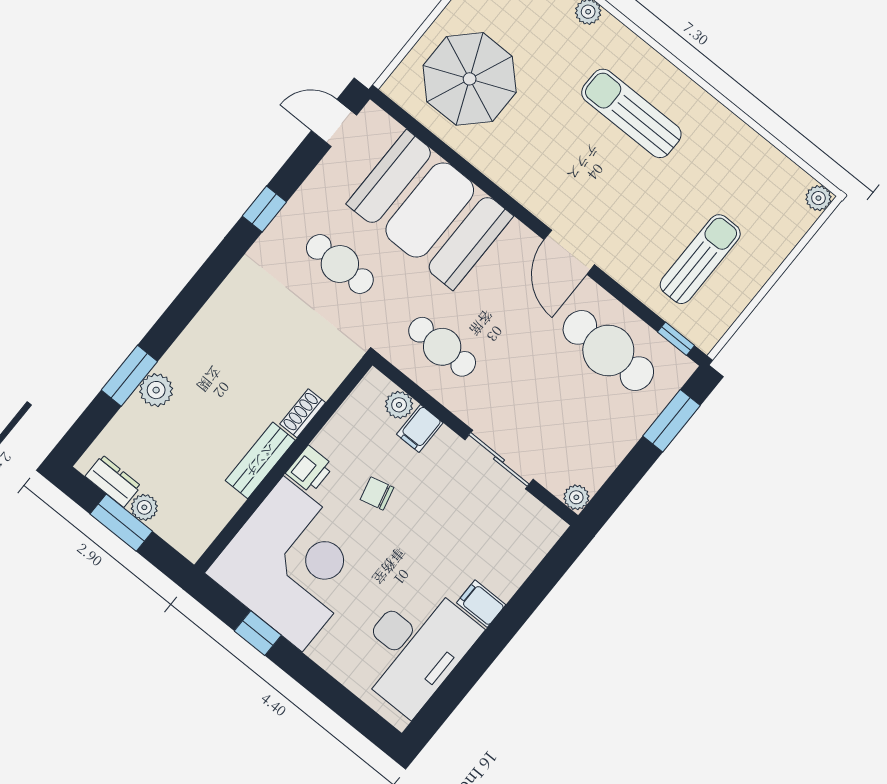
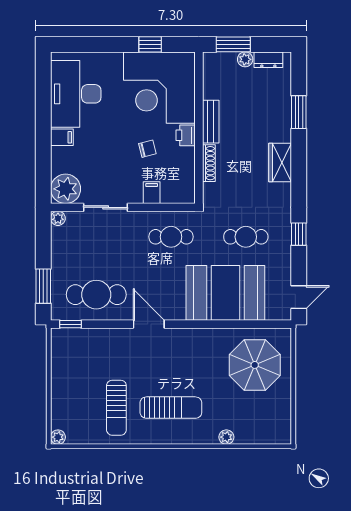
sun lounger: (700, 259) -> (116, 408), moved
wardrobe: (211, 328) -> (280, 163), added
plant: (156, 390) -> (282, 115), removed
plant: (399, 405) -> (66, 189), moved, width x1.88, depth x1.88
shoe rack: (303, 413) -> (209, 163), width x1.43
window: (121, 523) -> (233, 44), moved

